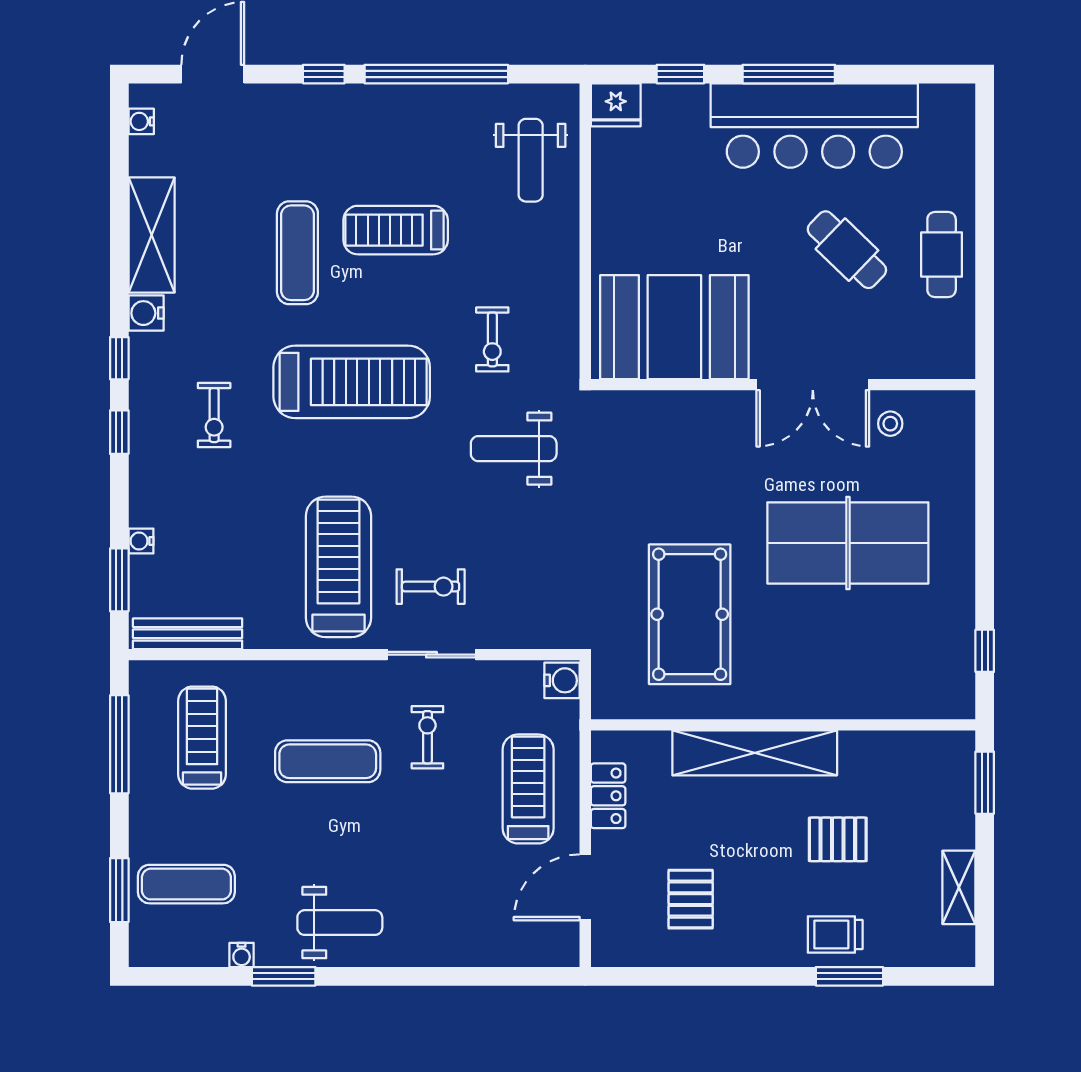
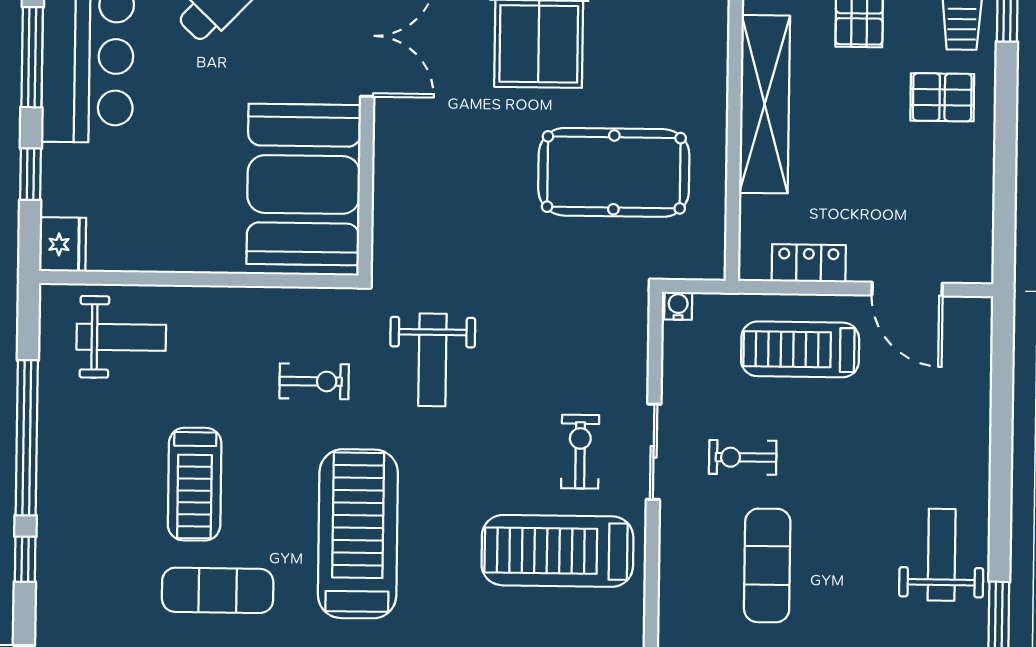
water cooler: (562, 680) -> (678, 306), width x0.72, depth x0.72
pallet: (691, 899) -> (942, 97), moved

